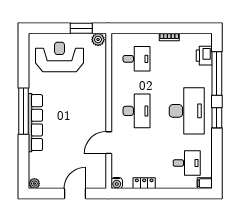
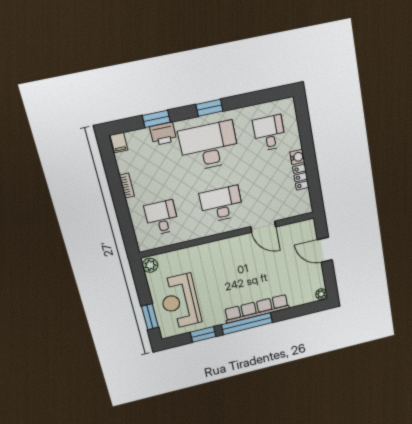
window: (81, 28) -> (150, 317), moved
printer: (204, 56) -> (163, 134), moved
window: (24, 70) -> (203, 334), added
window: (217, 73) -> (156, 119), width x0.47
water cooler: (117, 183) -> (297, 157), moved
filing cabinet: (205, 183) -> (119, 143), moved

